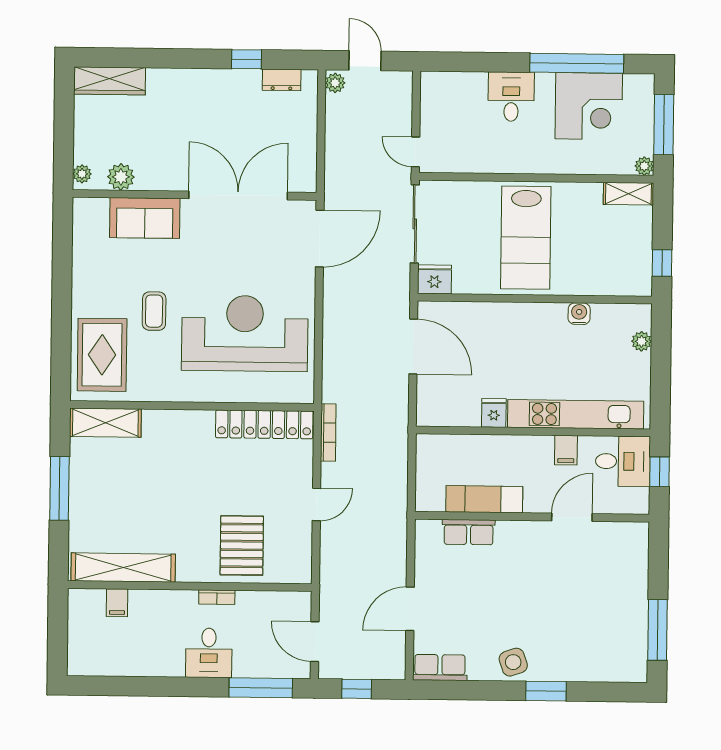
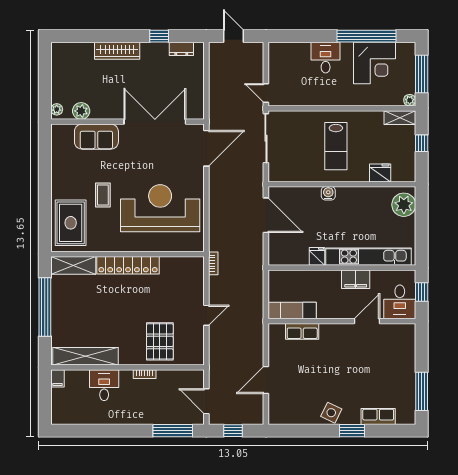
wardrobe: (110, 81) -> (117, 51), moved
plant: (335, 83) -> (215, 50), removed
lab bench: (526, 238) -> (336, 146), width x0.73, depth x0.72
window: (662, 263) -> (422, 143), moved
fridge: (434, 279) -> (380, 173), moved
water cooler: (579, 314) -> (328, 193), moved
plant: (642, 341) -> (404, 205), width x1.88, depth x1.88
locker: (264, 424) -> (128, 265), moved
bookcase: (328, 432) -> (213, 263), width x0.64
filing cabinet: (566, 450) -> (356, 279), width x2.00
desk: (623, 461) -> (400, 302), moved, turned 90
window: (59, 488) -> (45, 307), width x1.46
exam couch: (484, 499) -> (292, 311), moved
filing cabinet: (117, 603) -> (57, 378), moved
desk: (209, 653) -> (104, 385), moved, turned 180
side table: (513, 662) -> (331, 413), turned 45
row of seats: (440, 667) -> (378, 417), moved

